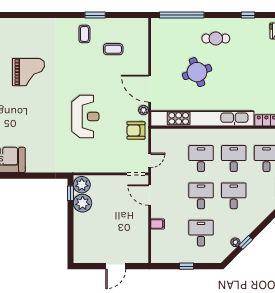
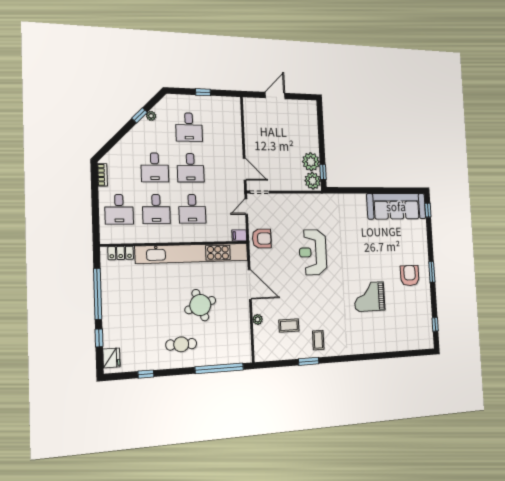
plant: (144, 110) -> (258, 319), moved
filing cabinet: (158, 224) -> (239, 235), moved

